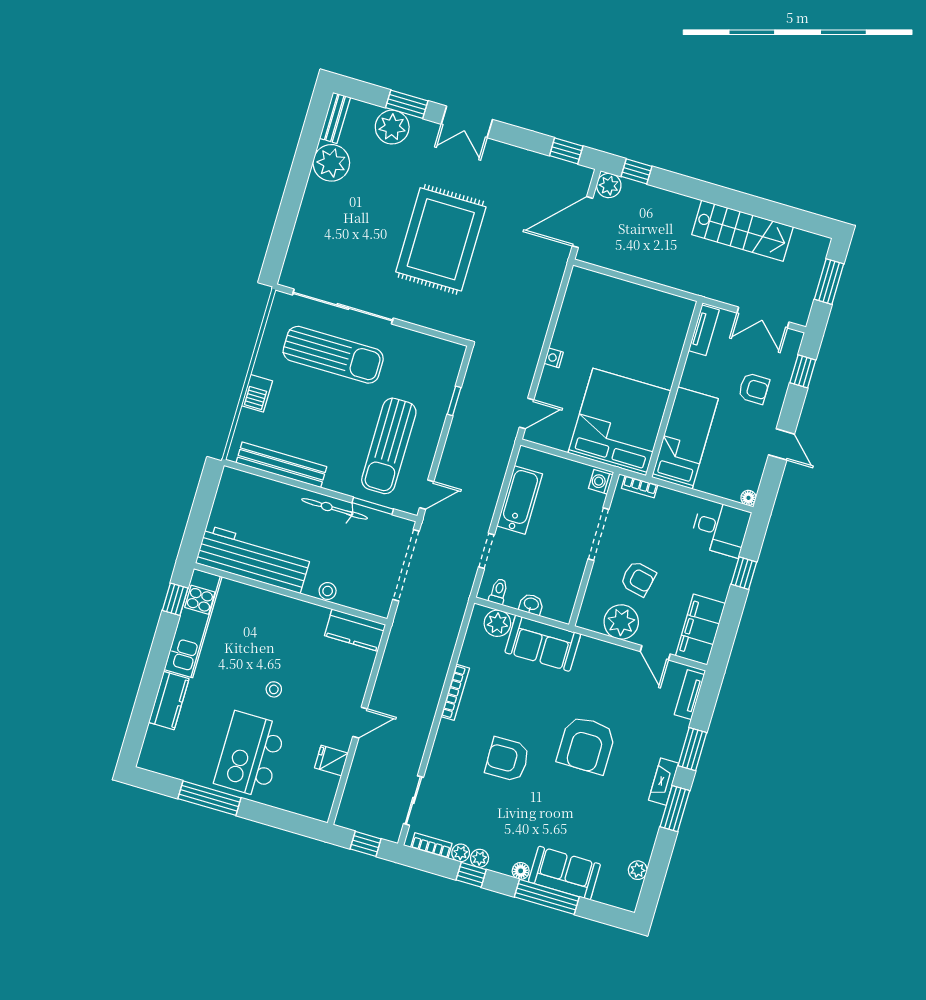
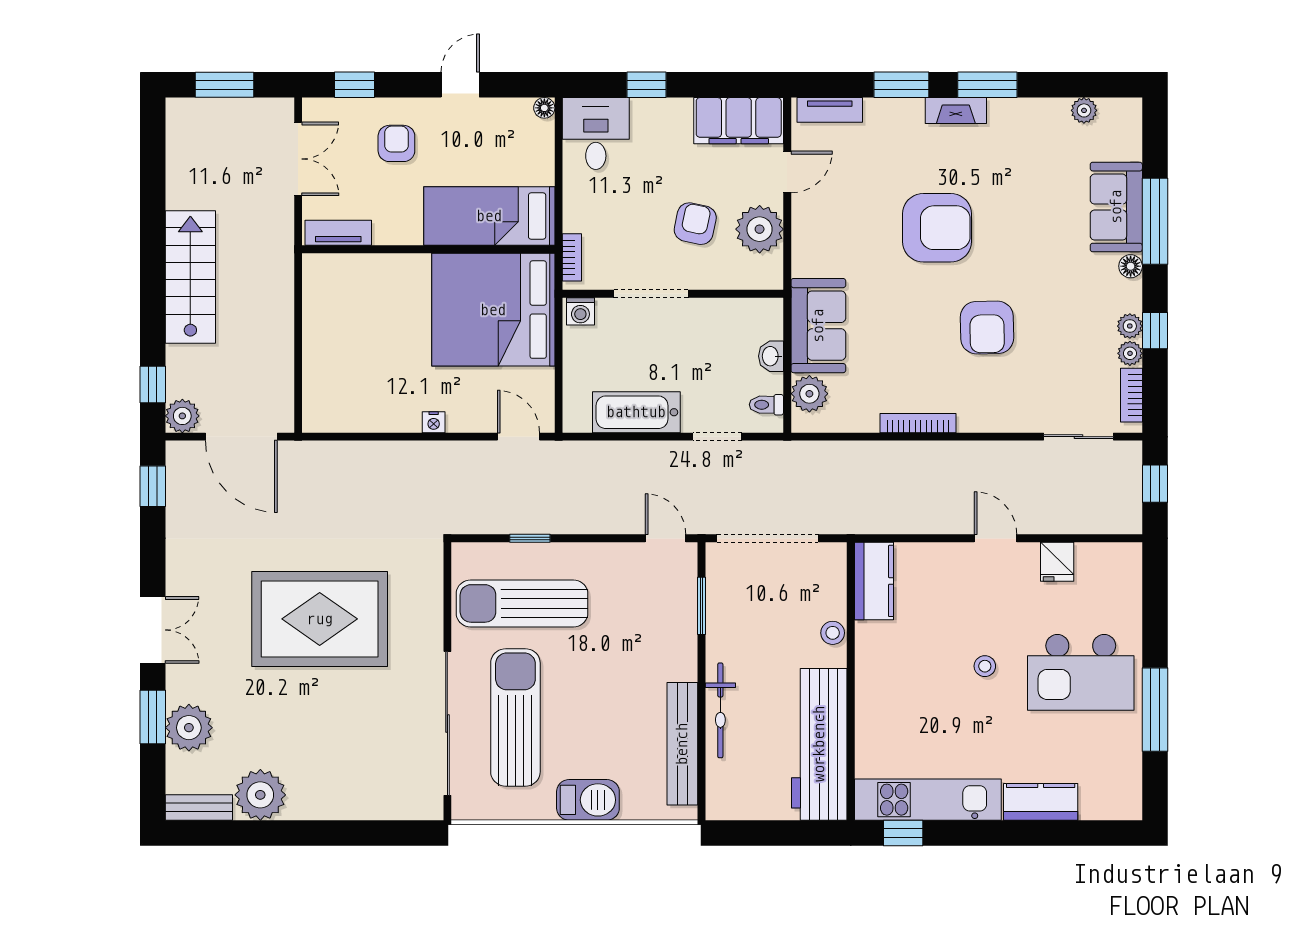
stairs: (742, 231) -> (190, 277), moved
barbecue: (257, 393) -> (588, 800), width x1.38, depth x1.27
sun lounger: (389, 446) -> (522, 603), moved, turned 180
bicycle: (335, 509) -> (720, 710), moved

